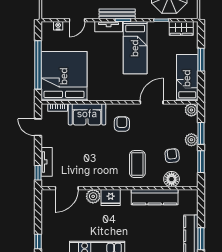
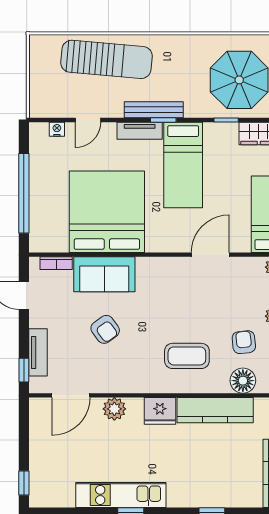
bed: (64, 76) -> (107, 212), moved
armchair: (122, 124) -> (105, 329), moved, turned 144
coffee table: (137, 164) -> (187, 356), turned 90
fridge: (111, 198) -> (160, 411), moved

